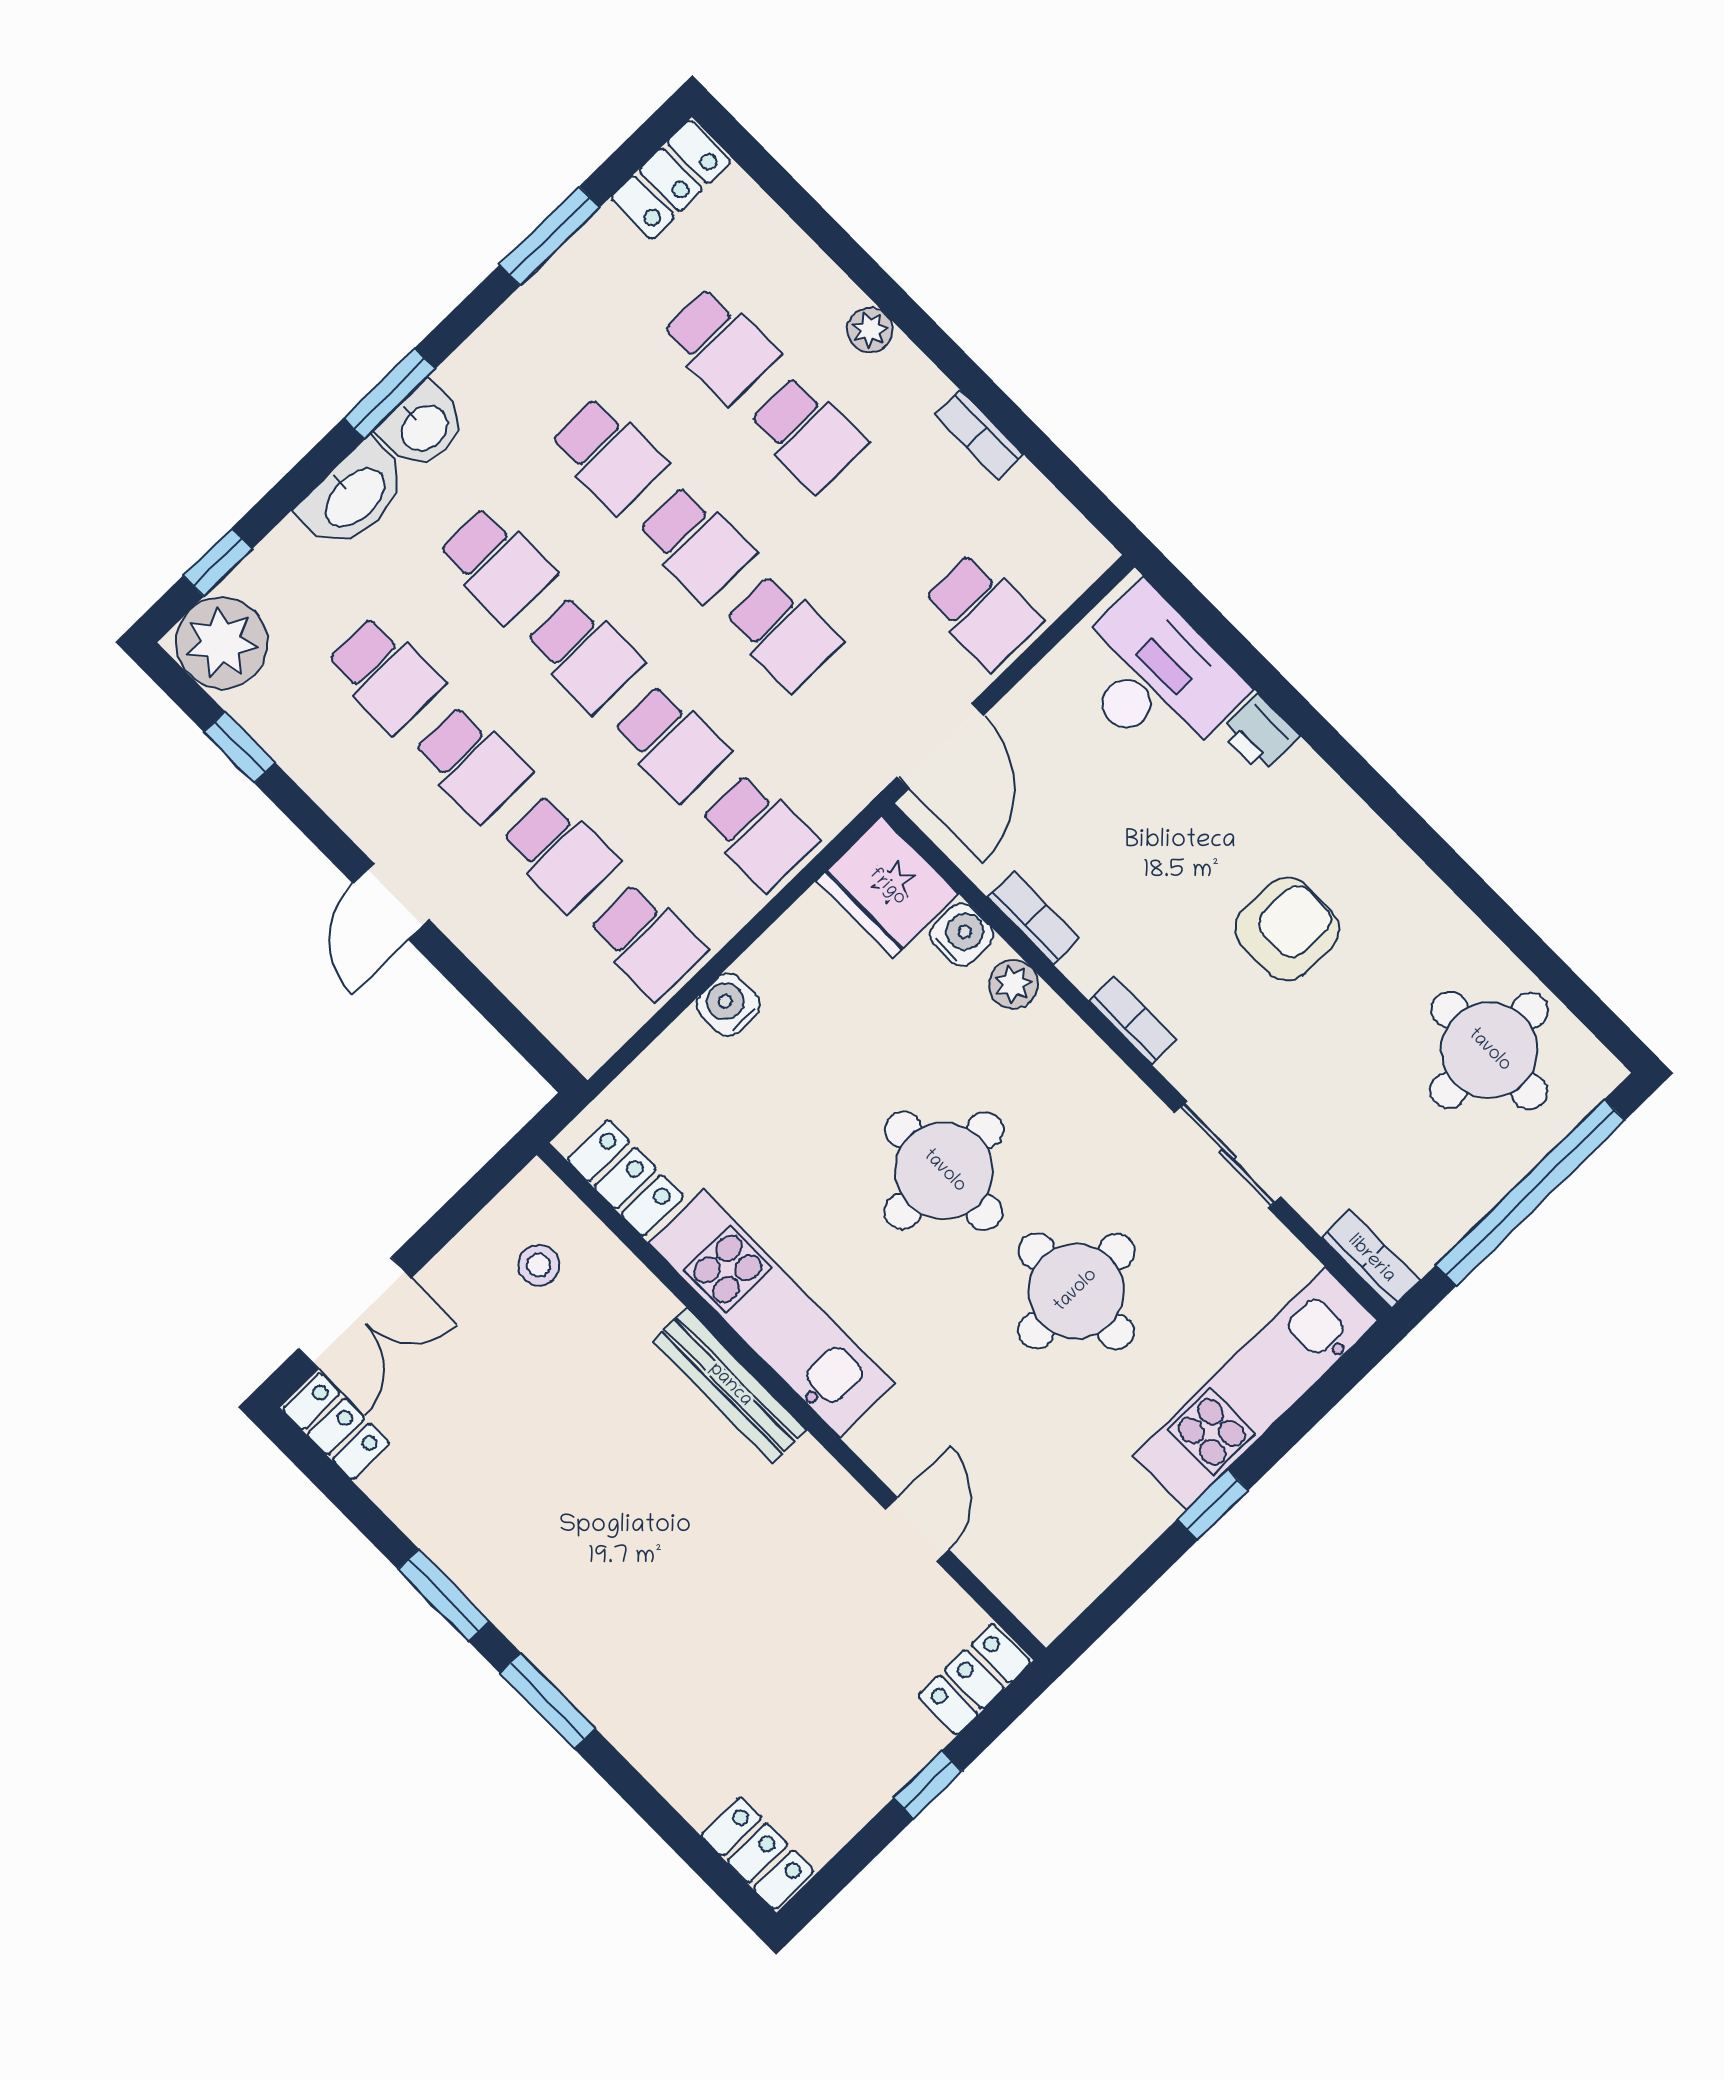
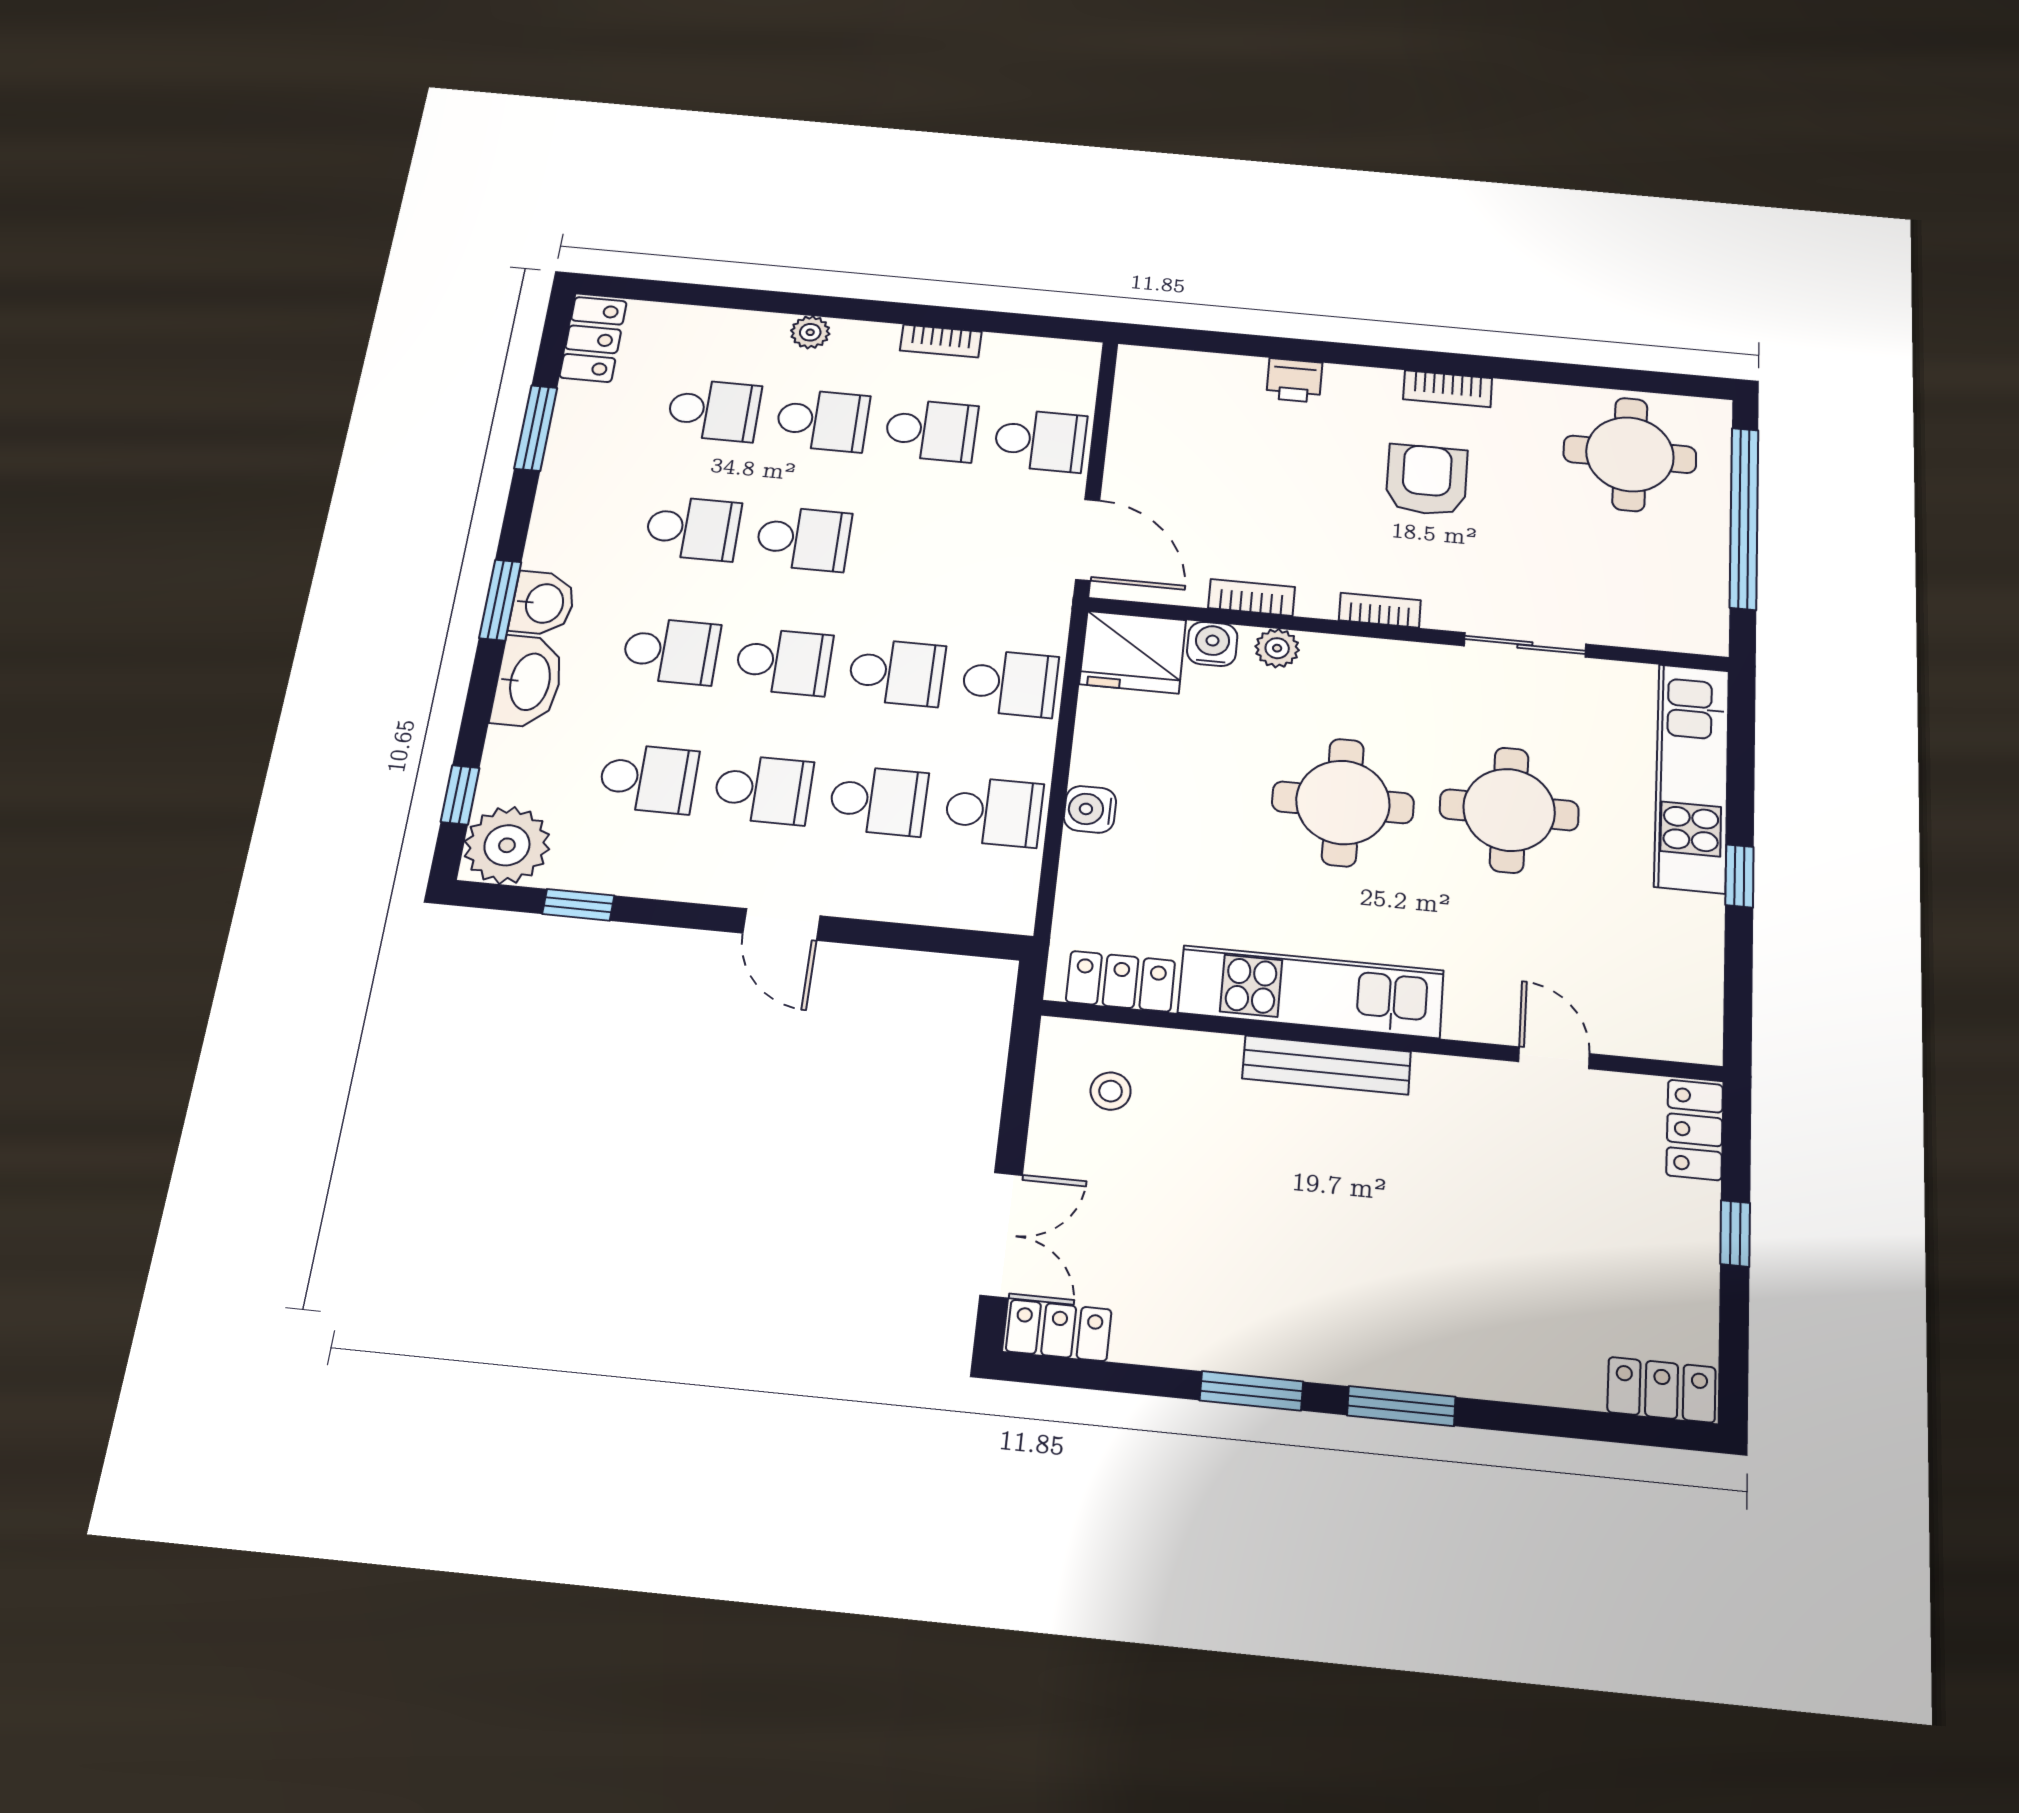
school desk: (783, 633) -> (931, 430), moved
desk: (1154, 676) -> (1192, 397), removed
bookcase: (1371, 1259) -> (1448, 389), moved, turned 180

